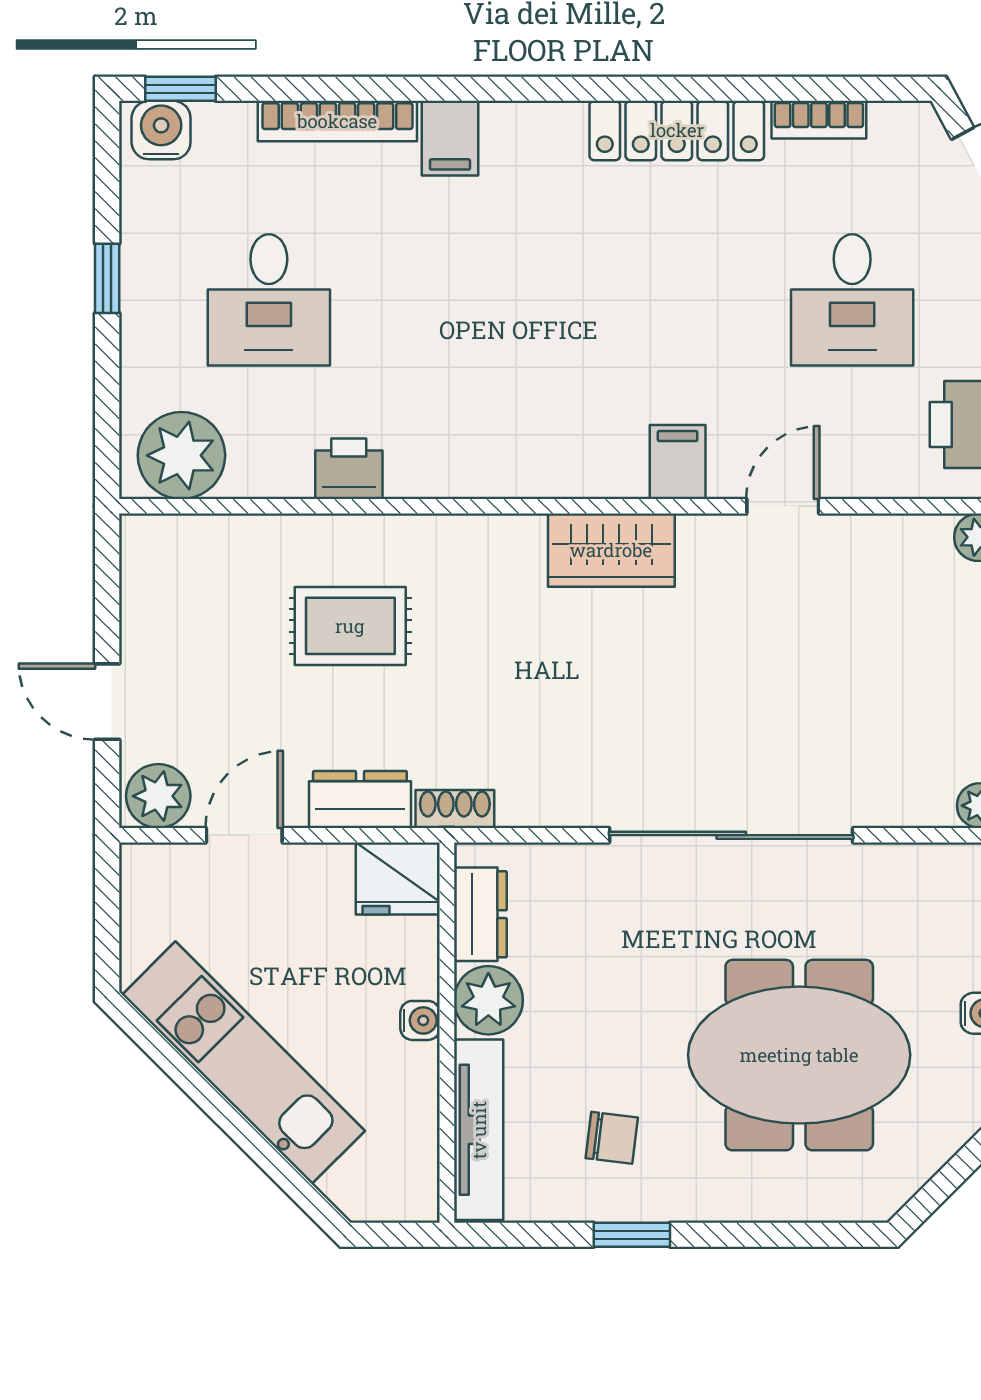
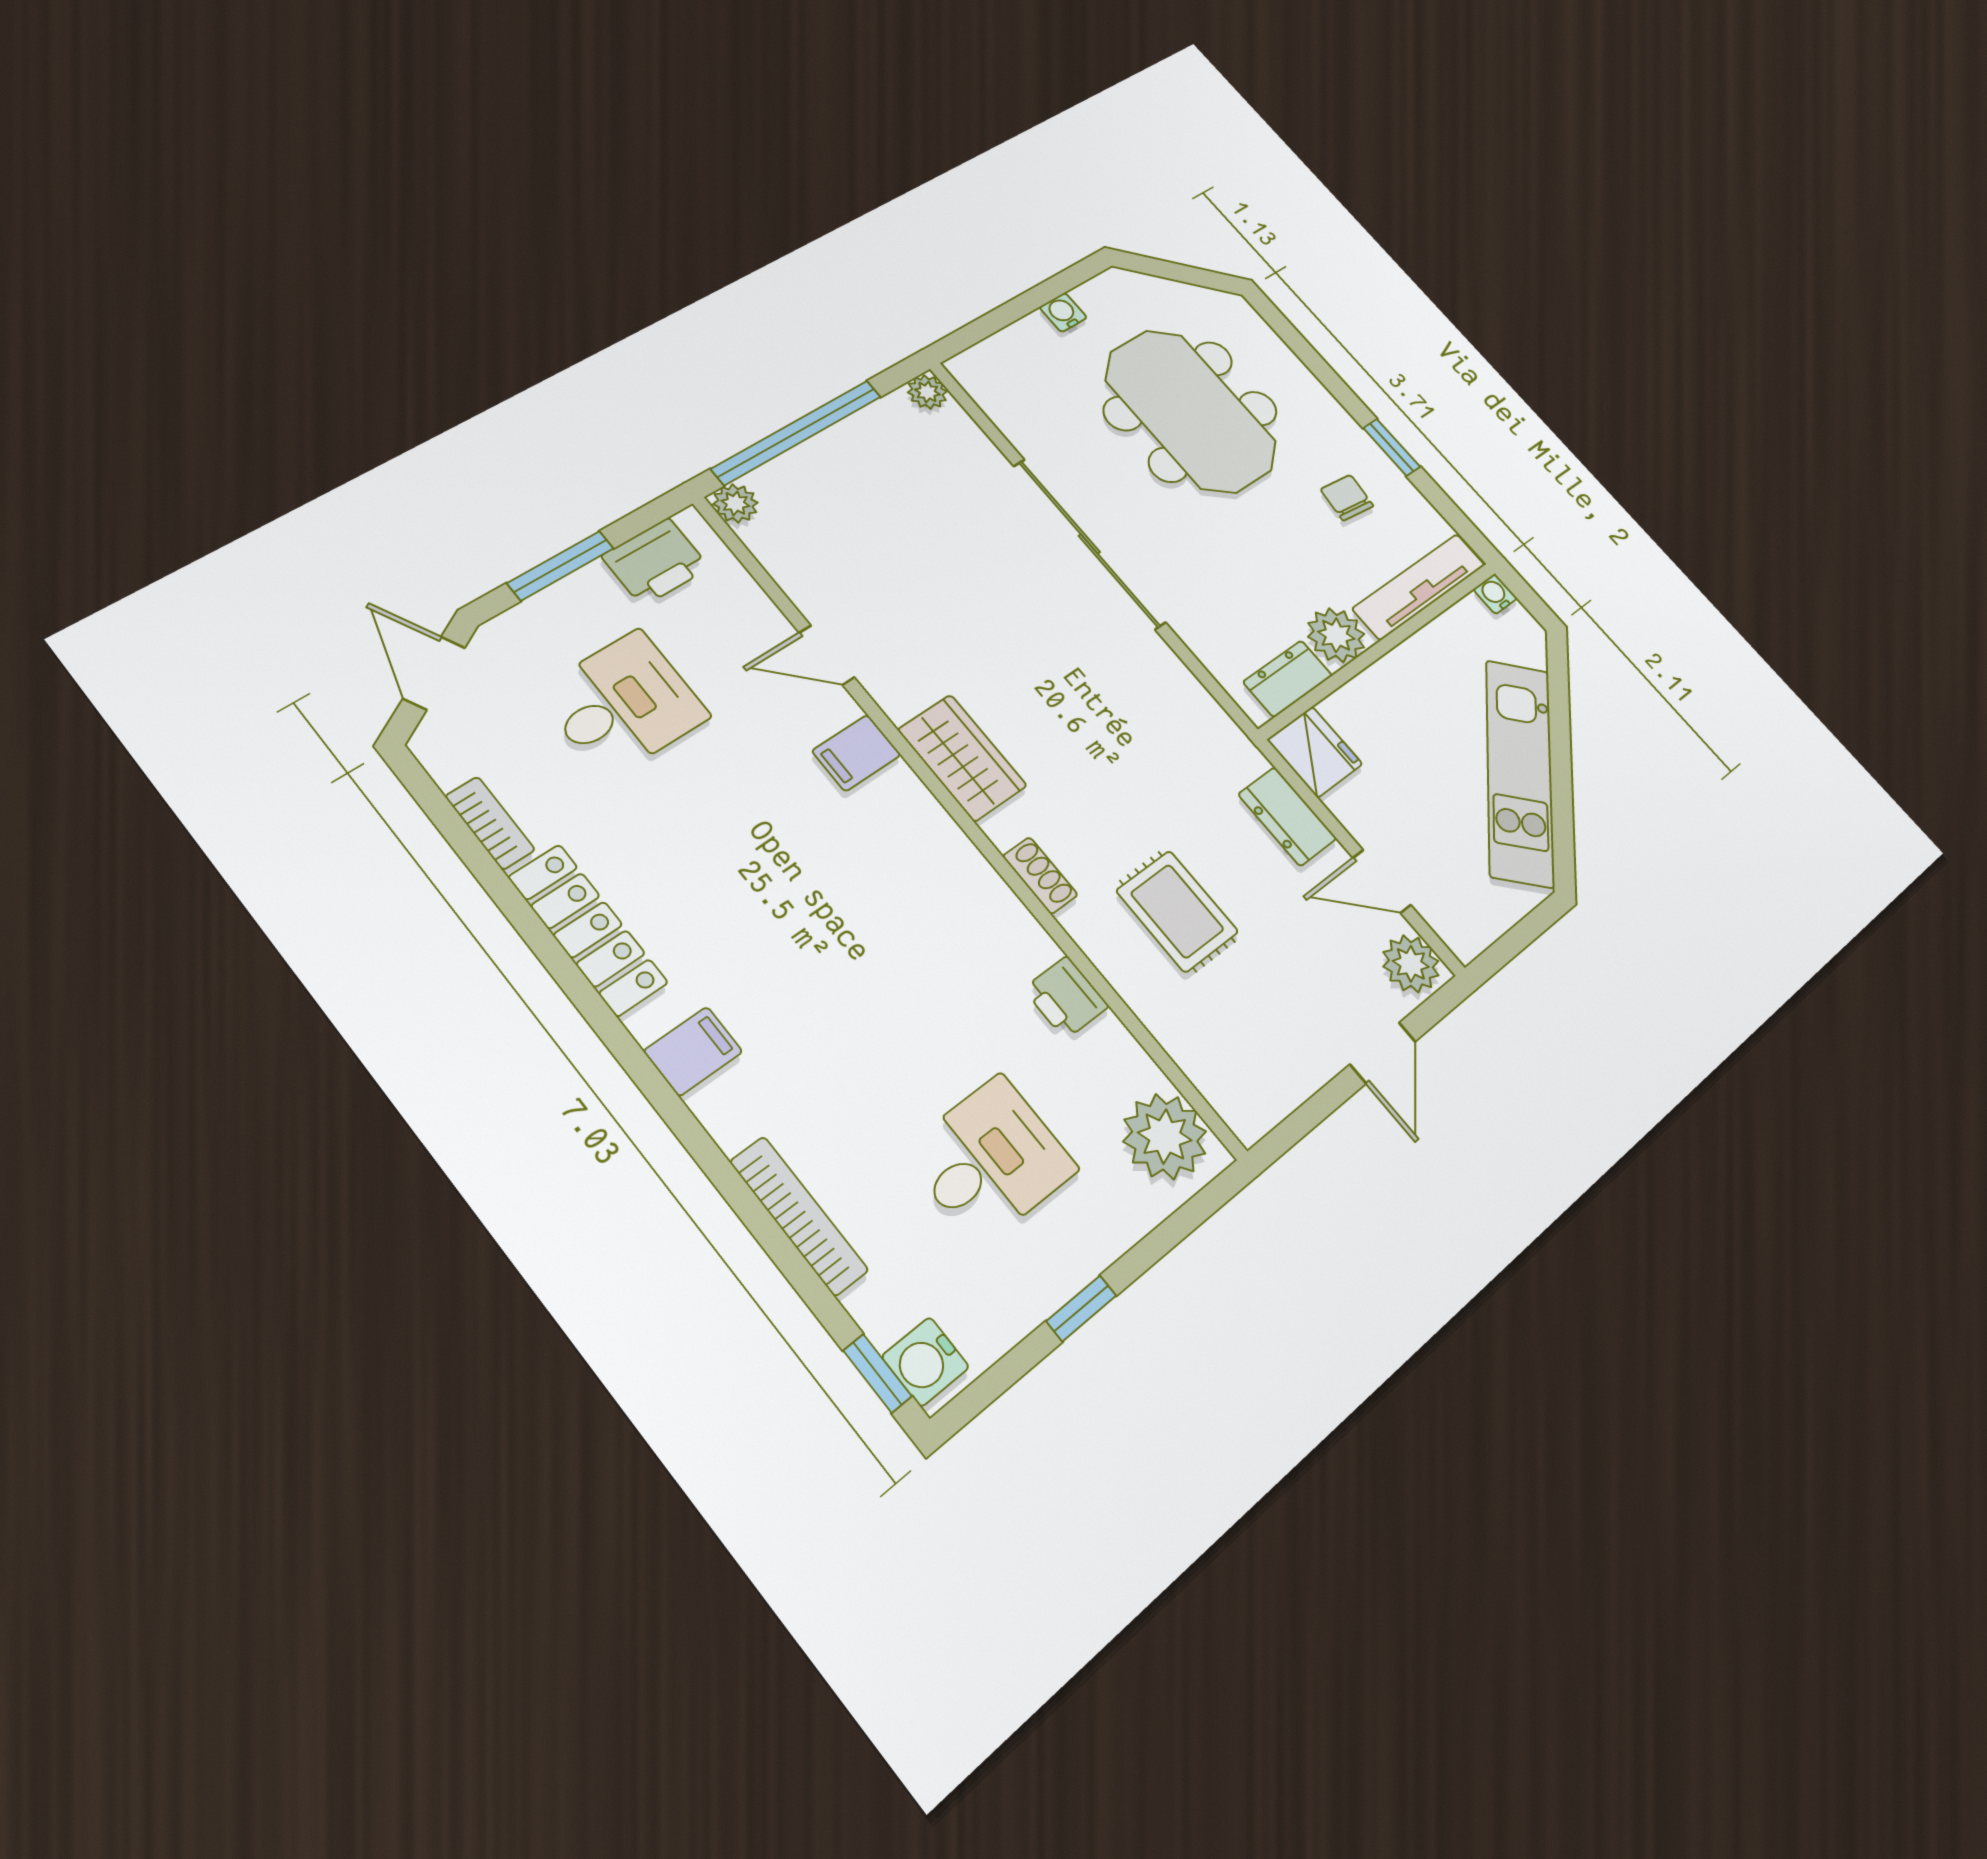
filing cabinet: (450, 138) -> (693, 1051), moved
shoe rack: (455, 809) -> (1040, 876), moved, turned 180
water cooler: (420, 1020) -> (1495, 594), moved

